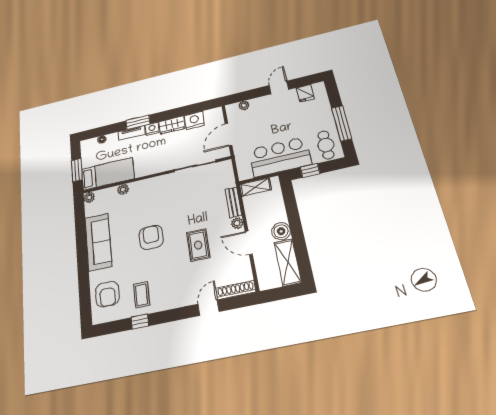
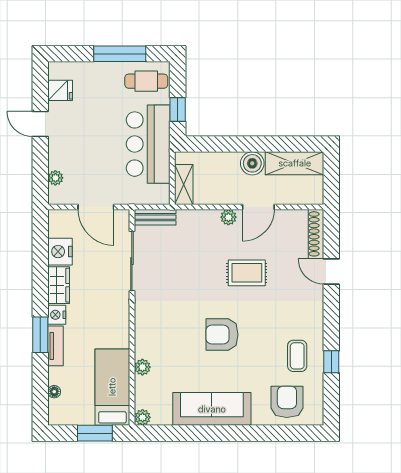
bench: (233, 202) -> (155, 217), moved
armchair: (107, 294) -> (287, 402), turned -90
coffee table: (142, 295) -> (297, 356), turned 90

